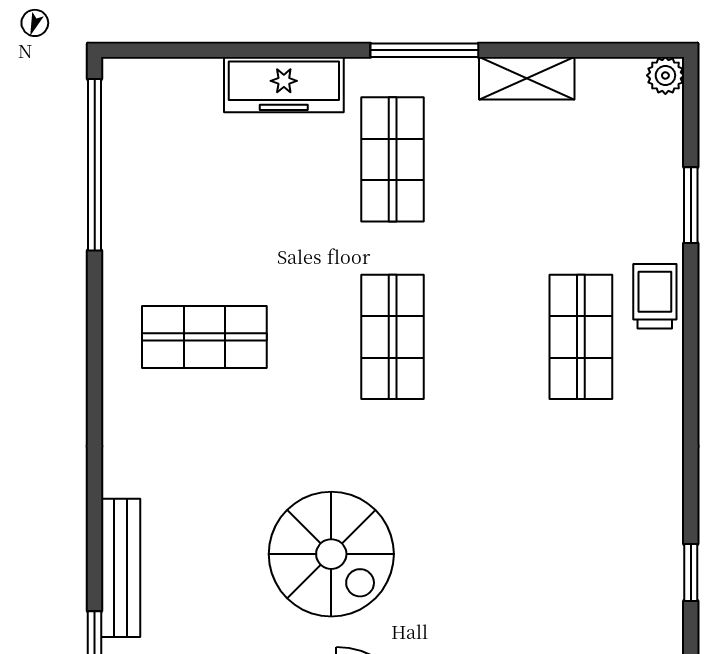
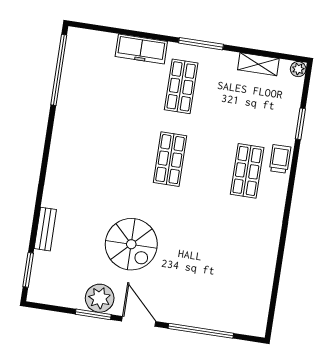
shelving: (527, 78) -> (258, 64), moved
shop shelf: (204, 337) -> (93, 147), removed
bench: (121, 568) -> (45, 229), width x0.73
window: (691, 572) -> (277, 274), removed

